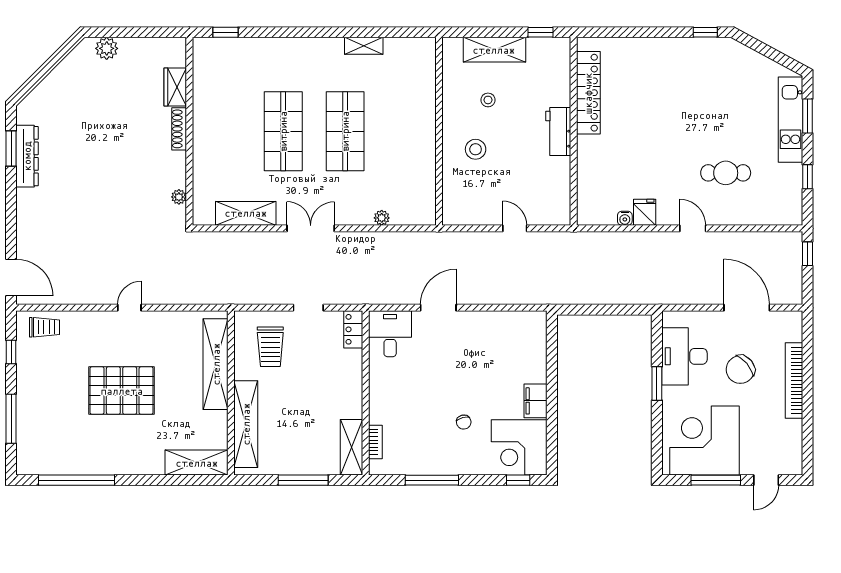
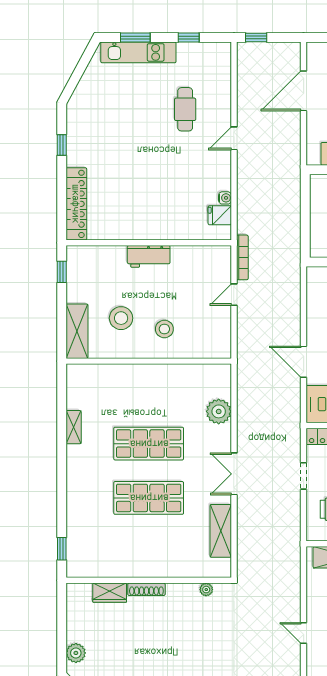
window: (705, 32) -> (62, 145), moved
shelving: (494, 50) -> (77, 331), moved
locker: (588, 93) -> (76, 204), moved, turned 90
stool: (488, 100) -> (121, 318), width x1.89, depth x1.89
fridge: (645, 212) -> (220, 215), moved
plant: (382, 218) -> (219, 411), width x1.87, depth x1.87
bookcase: (557, 238) -> (242, 257), added

